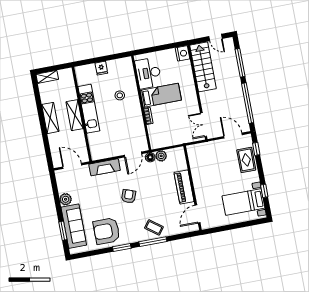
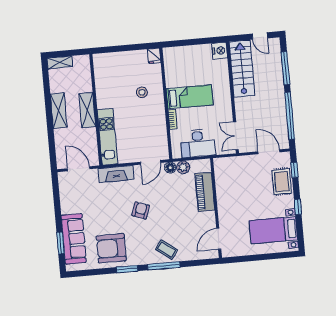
fridge: (101, 68) -> (154, 56), moved
desk: (148, 73) -> (198, 143), moved, turned -90
kitchen unit: (89, 109) -> (107, 137), moved
piano: (184, 187) -> (205, 192), moved
window: (264, 191) -> (298, 207), moved
plant: (66, 199) -> (67, 207), removed

